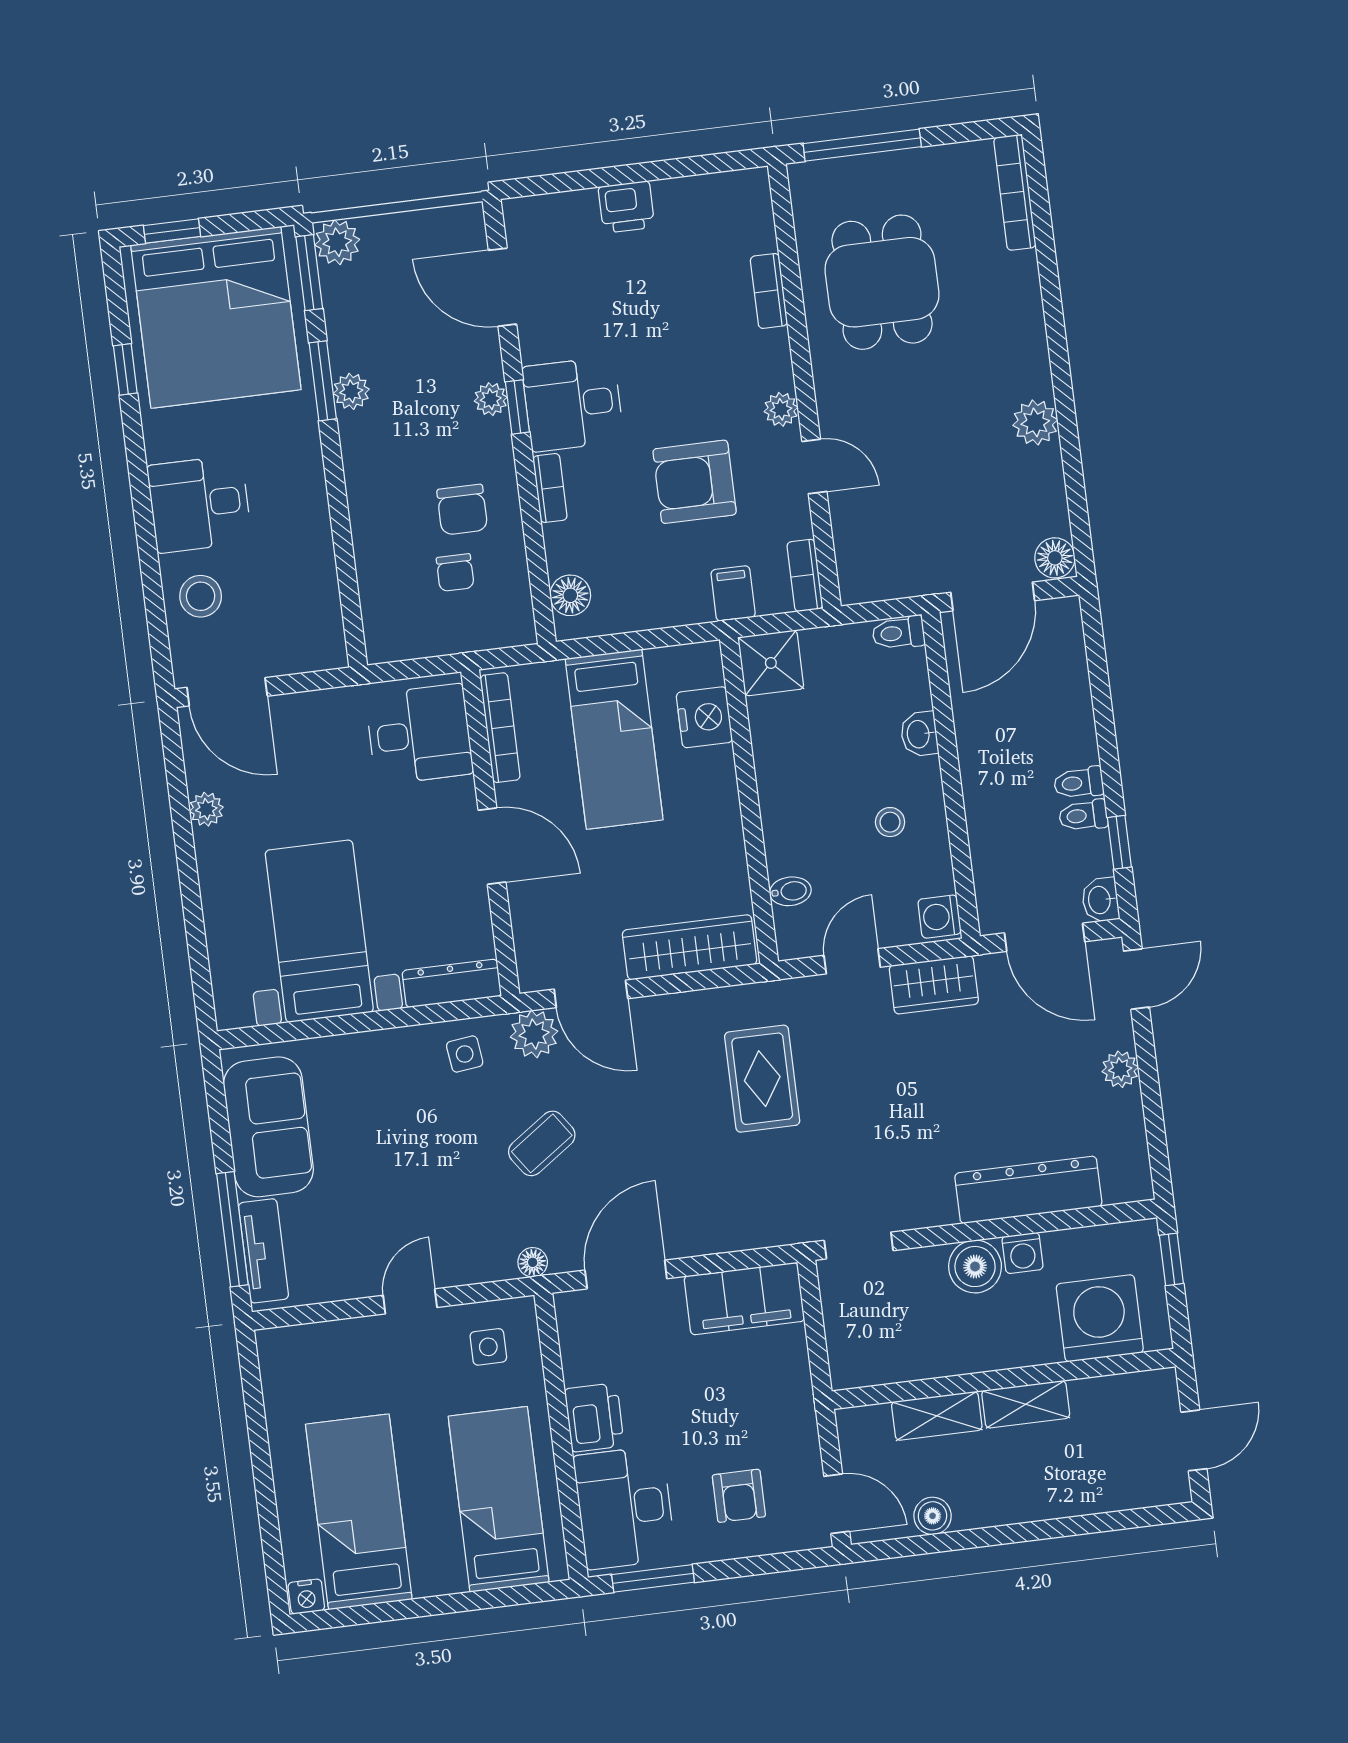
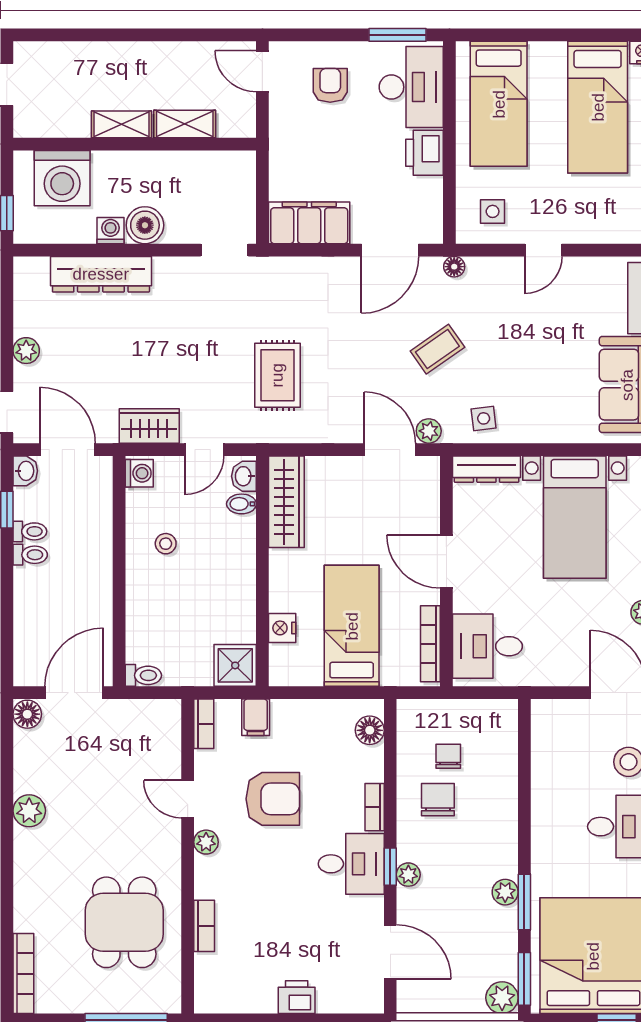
nightstand: (704, 717) -> (282, 628), width x0.74, depth x0.75
washbasin: (919, 734) -> (244, 476), moved, turned 180
wardrobe: (690, 947) -> (286, 502), moved, turned -90
plant: (534, 1034) -> (429, 431), width x0.73, depth x0.73
boiler: (933, 1516) -> (196, 54), removed

